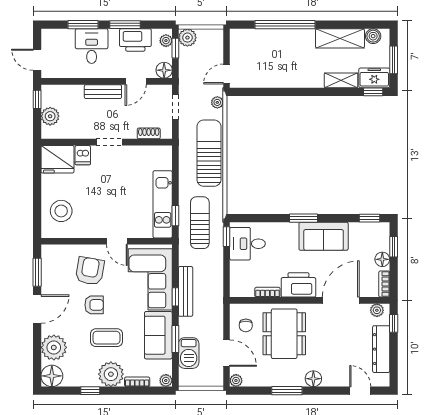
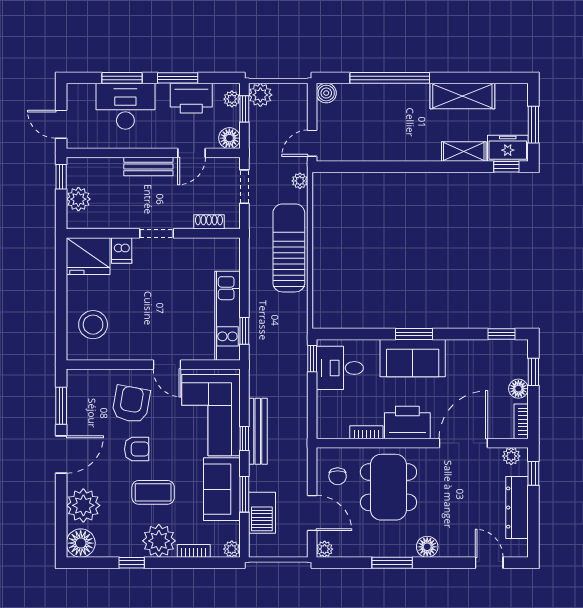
boiler: (373, 36) -> (326, 93), moved
desk: (92, 46) -> (125, 106), width x1.37
sun lounger: (200, 223) -> (277, 340), removed
sofa: (324, 236) -> (413, 358), moved

